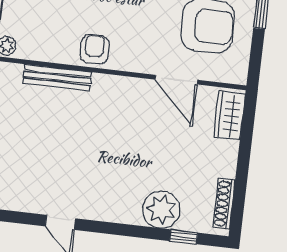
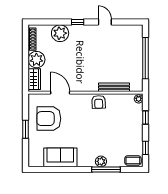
plant: (220, 158) -> (36, 60), added
window: (184, 237) -> (78, 22), moved

